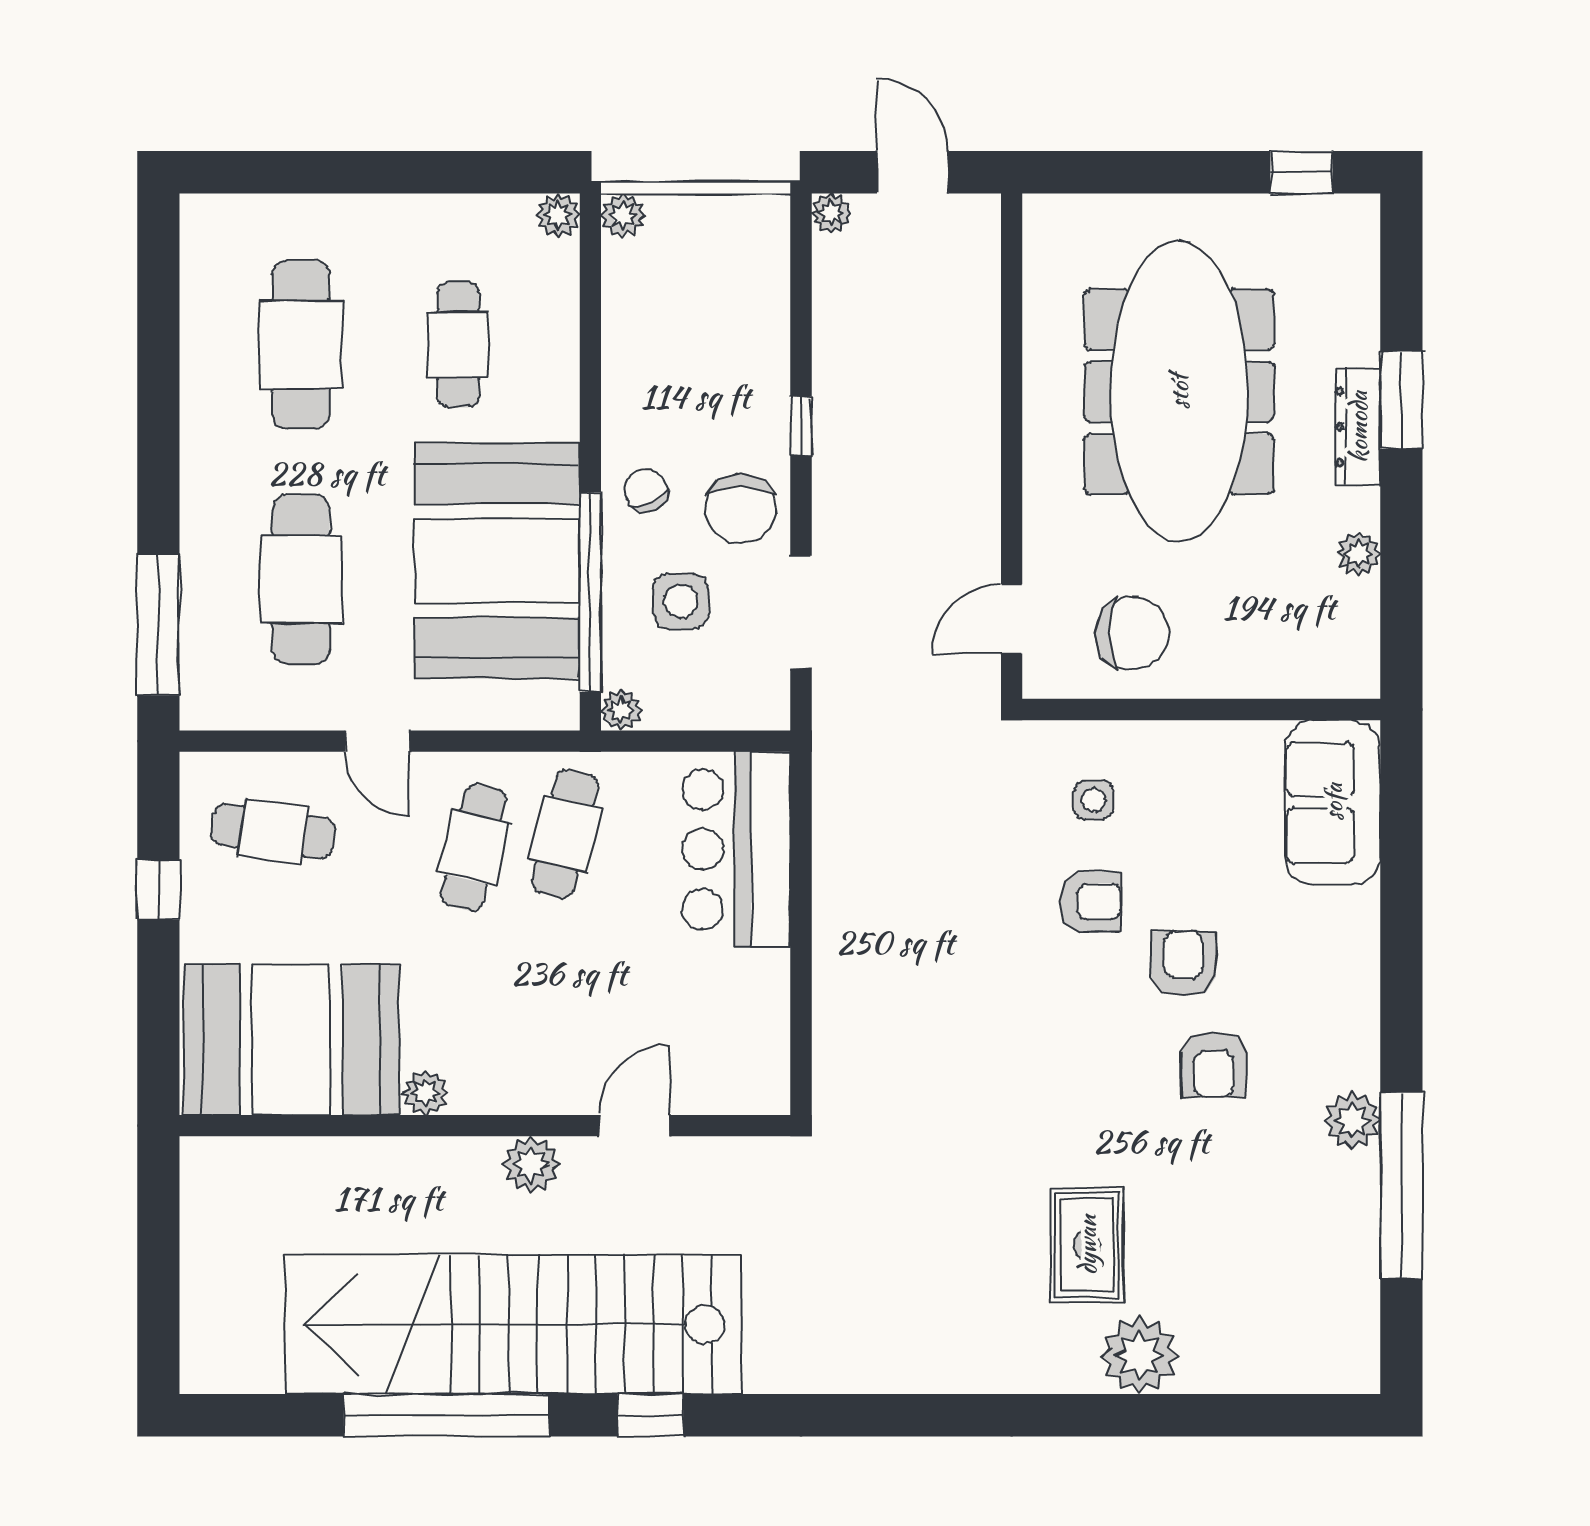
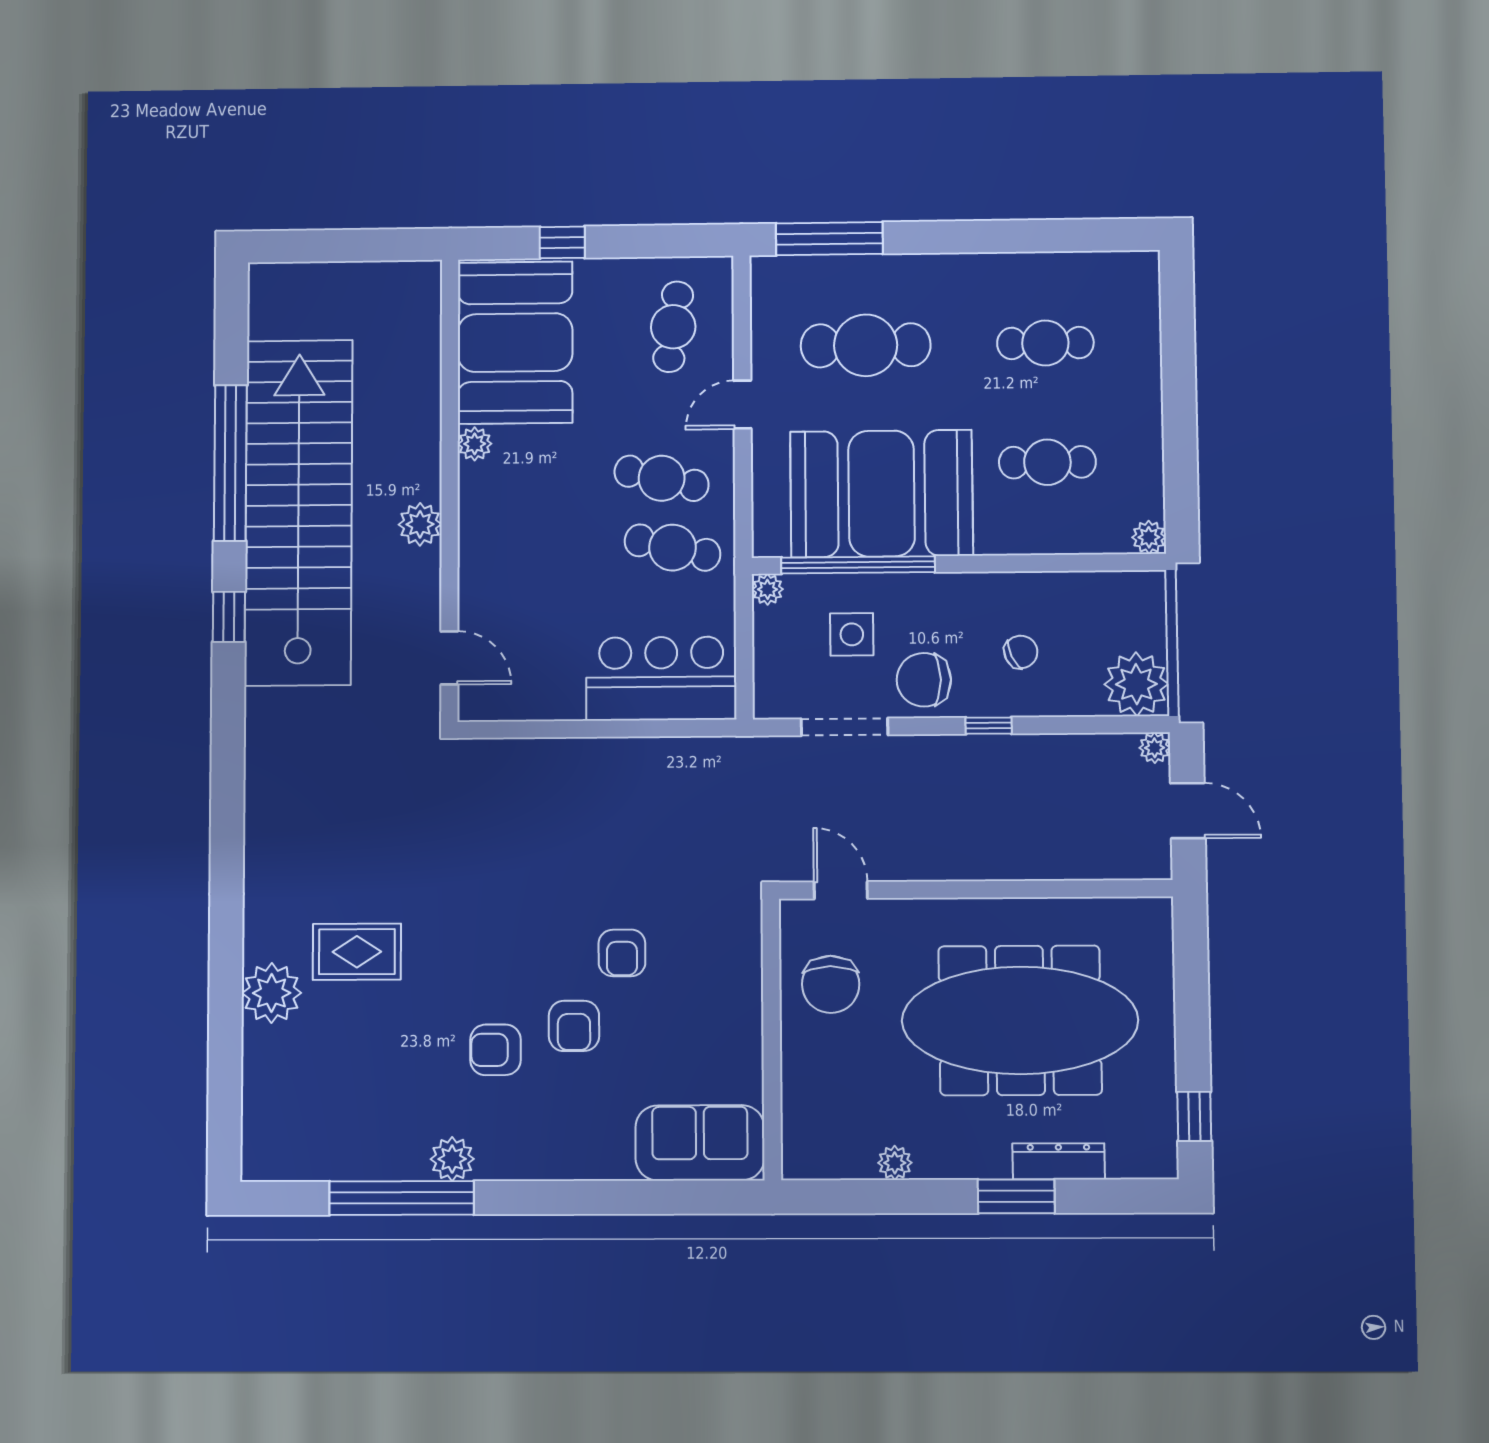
door: (913, 172) -> (1188, 811), hinge flipped
plant: (623, 215) -> (1136, 684), moved, width x1.87, depth x1.87
cafe table: (301, 345) -> (1045, 343), width x0.73, depth x0.74
dresser: (1358, 427) -> (1059, 1161), moved
chair: (646, 491) -> (1021, 652), moved
side table: (1093, 800) -> (701, 955), removed
window: (158, 890) -> (562, 242), moved
armchair: (1183, 964) -> (574, 1026), turned 90
door: (634, 1126) -> (449, 658), moved

